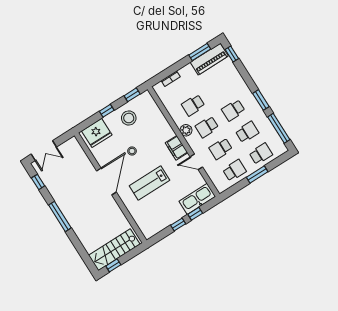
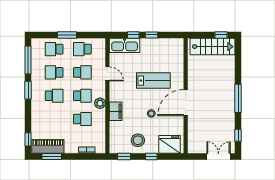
filing cabinet: (177, 148) -> (116, 111), moved

